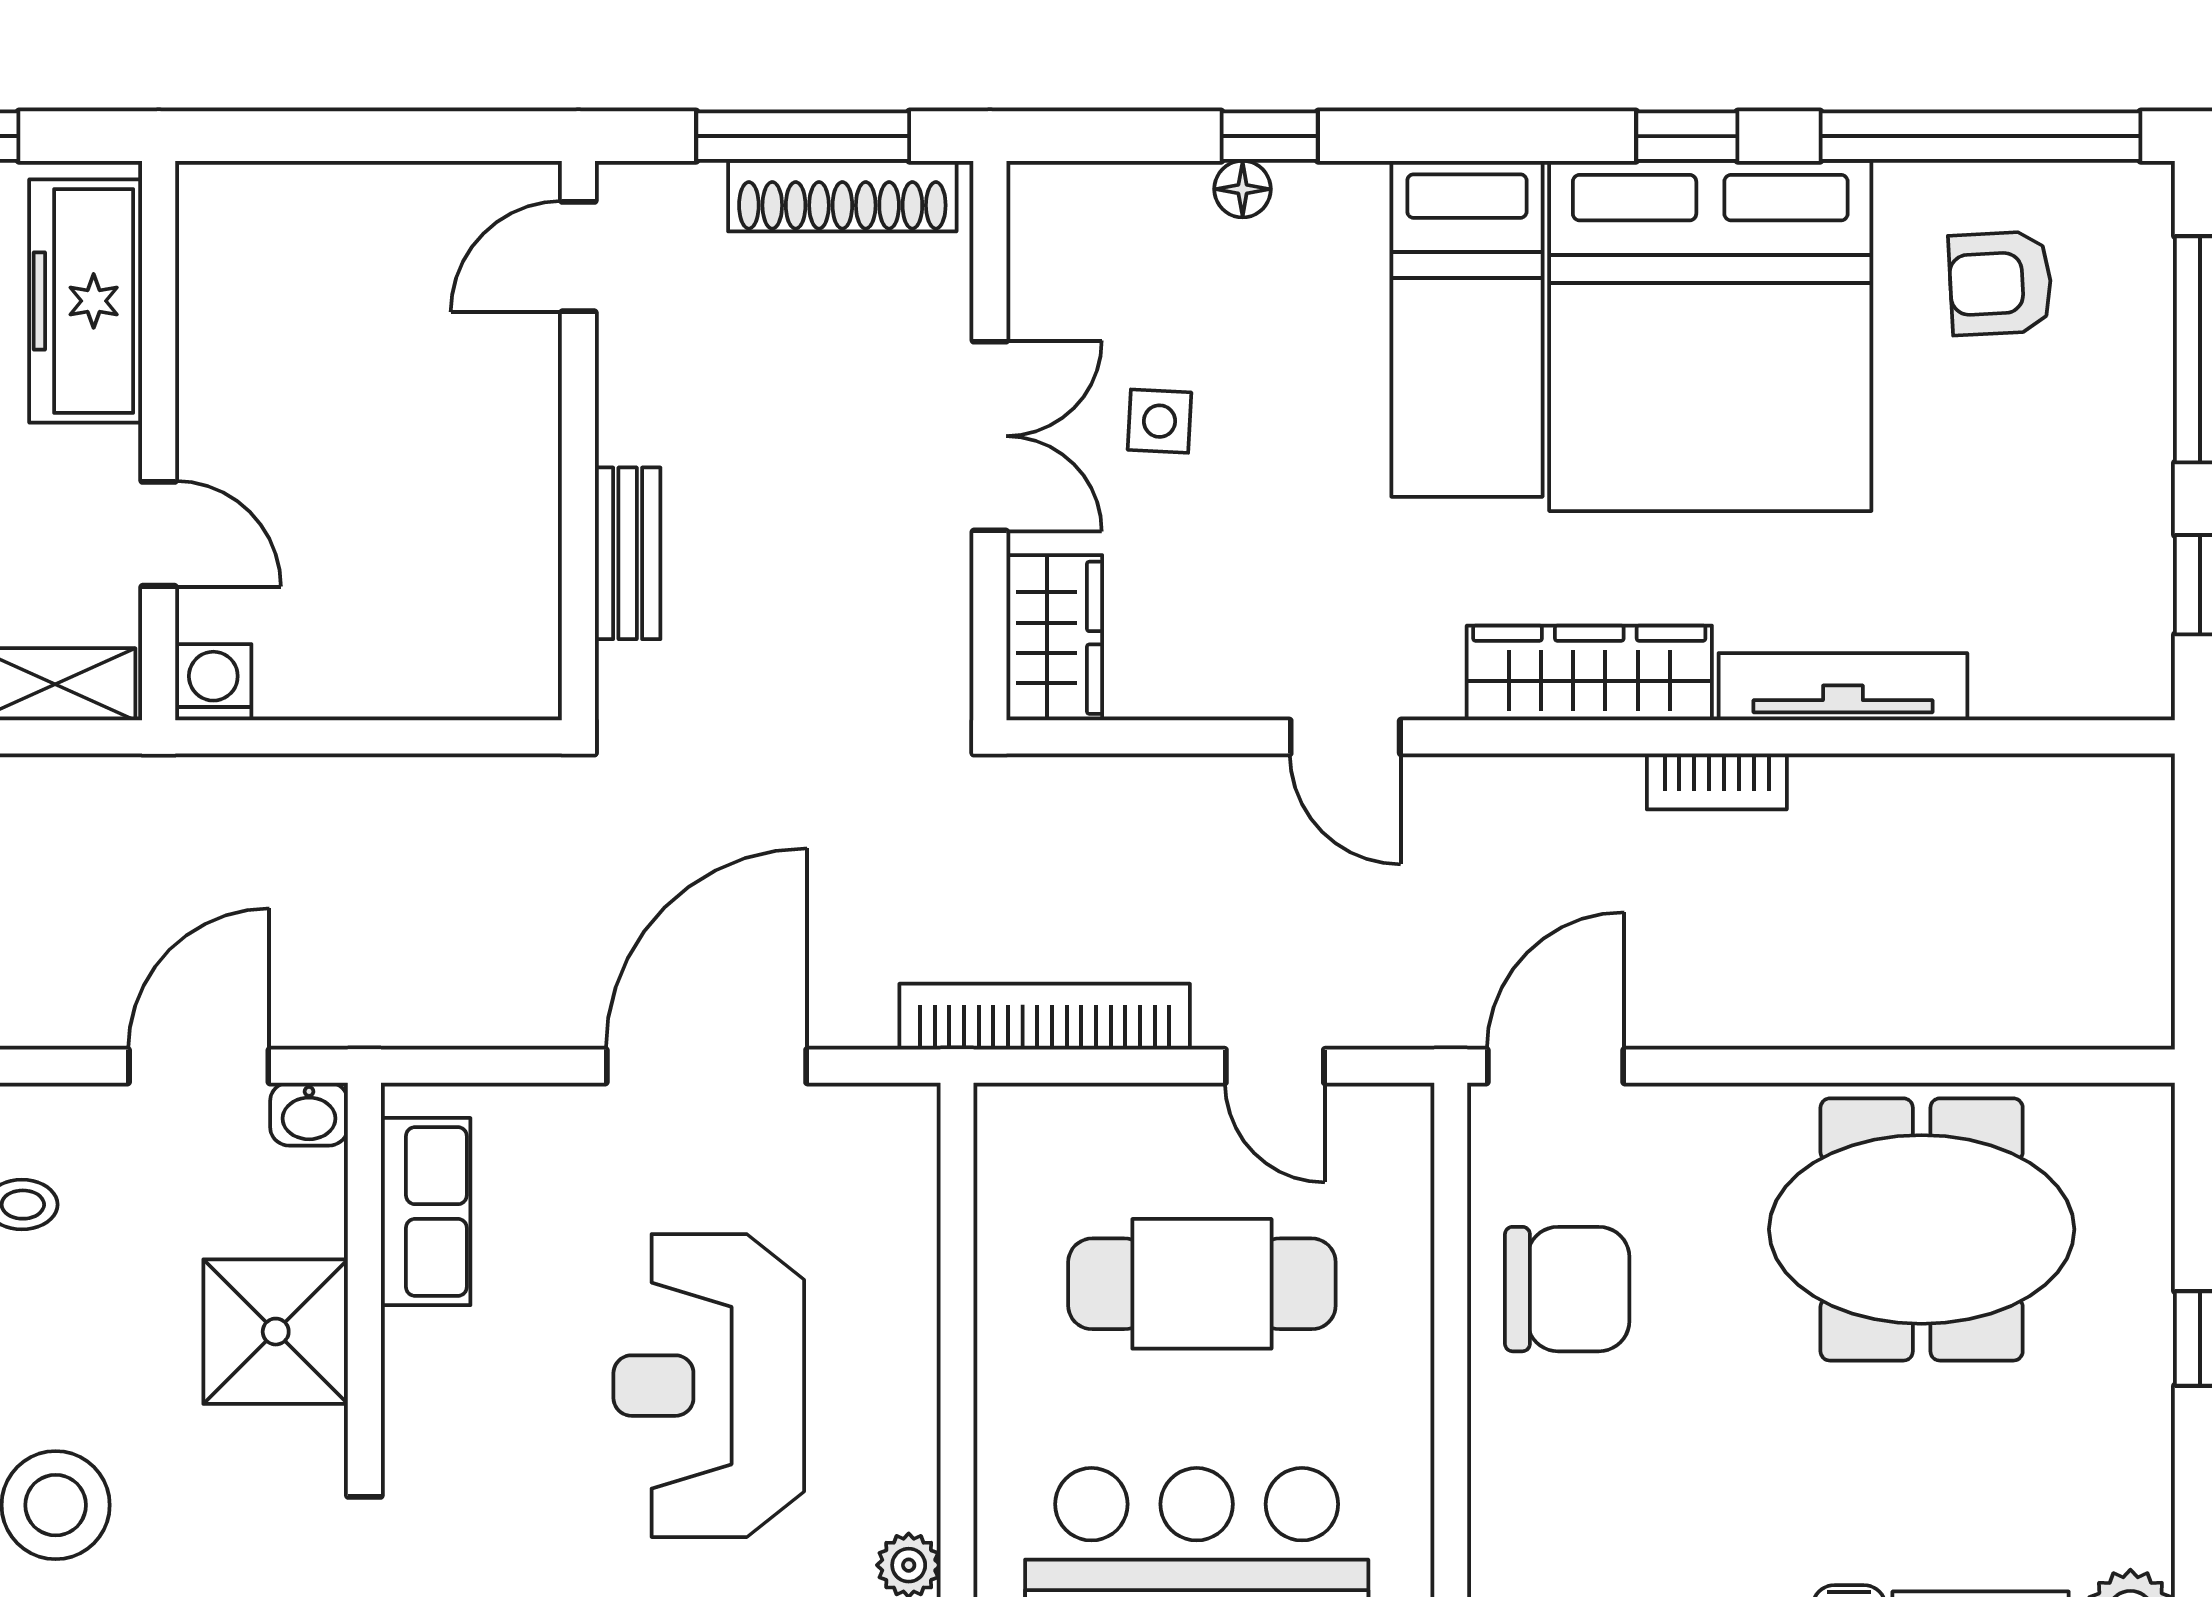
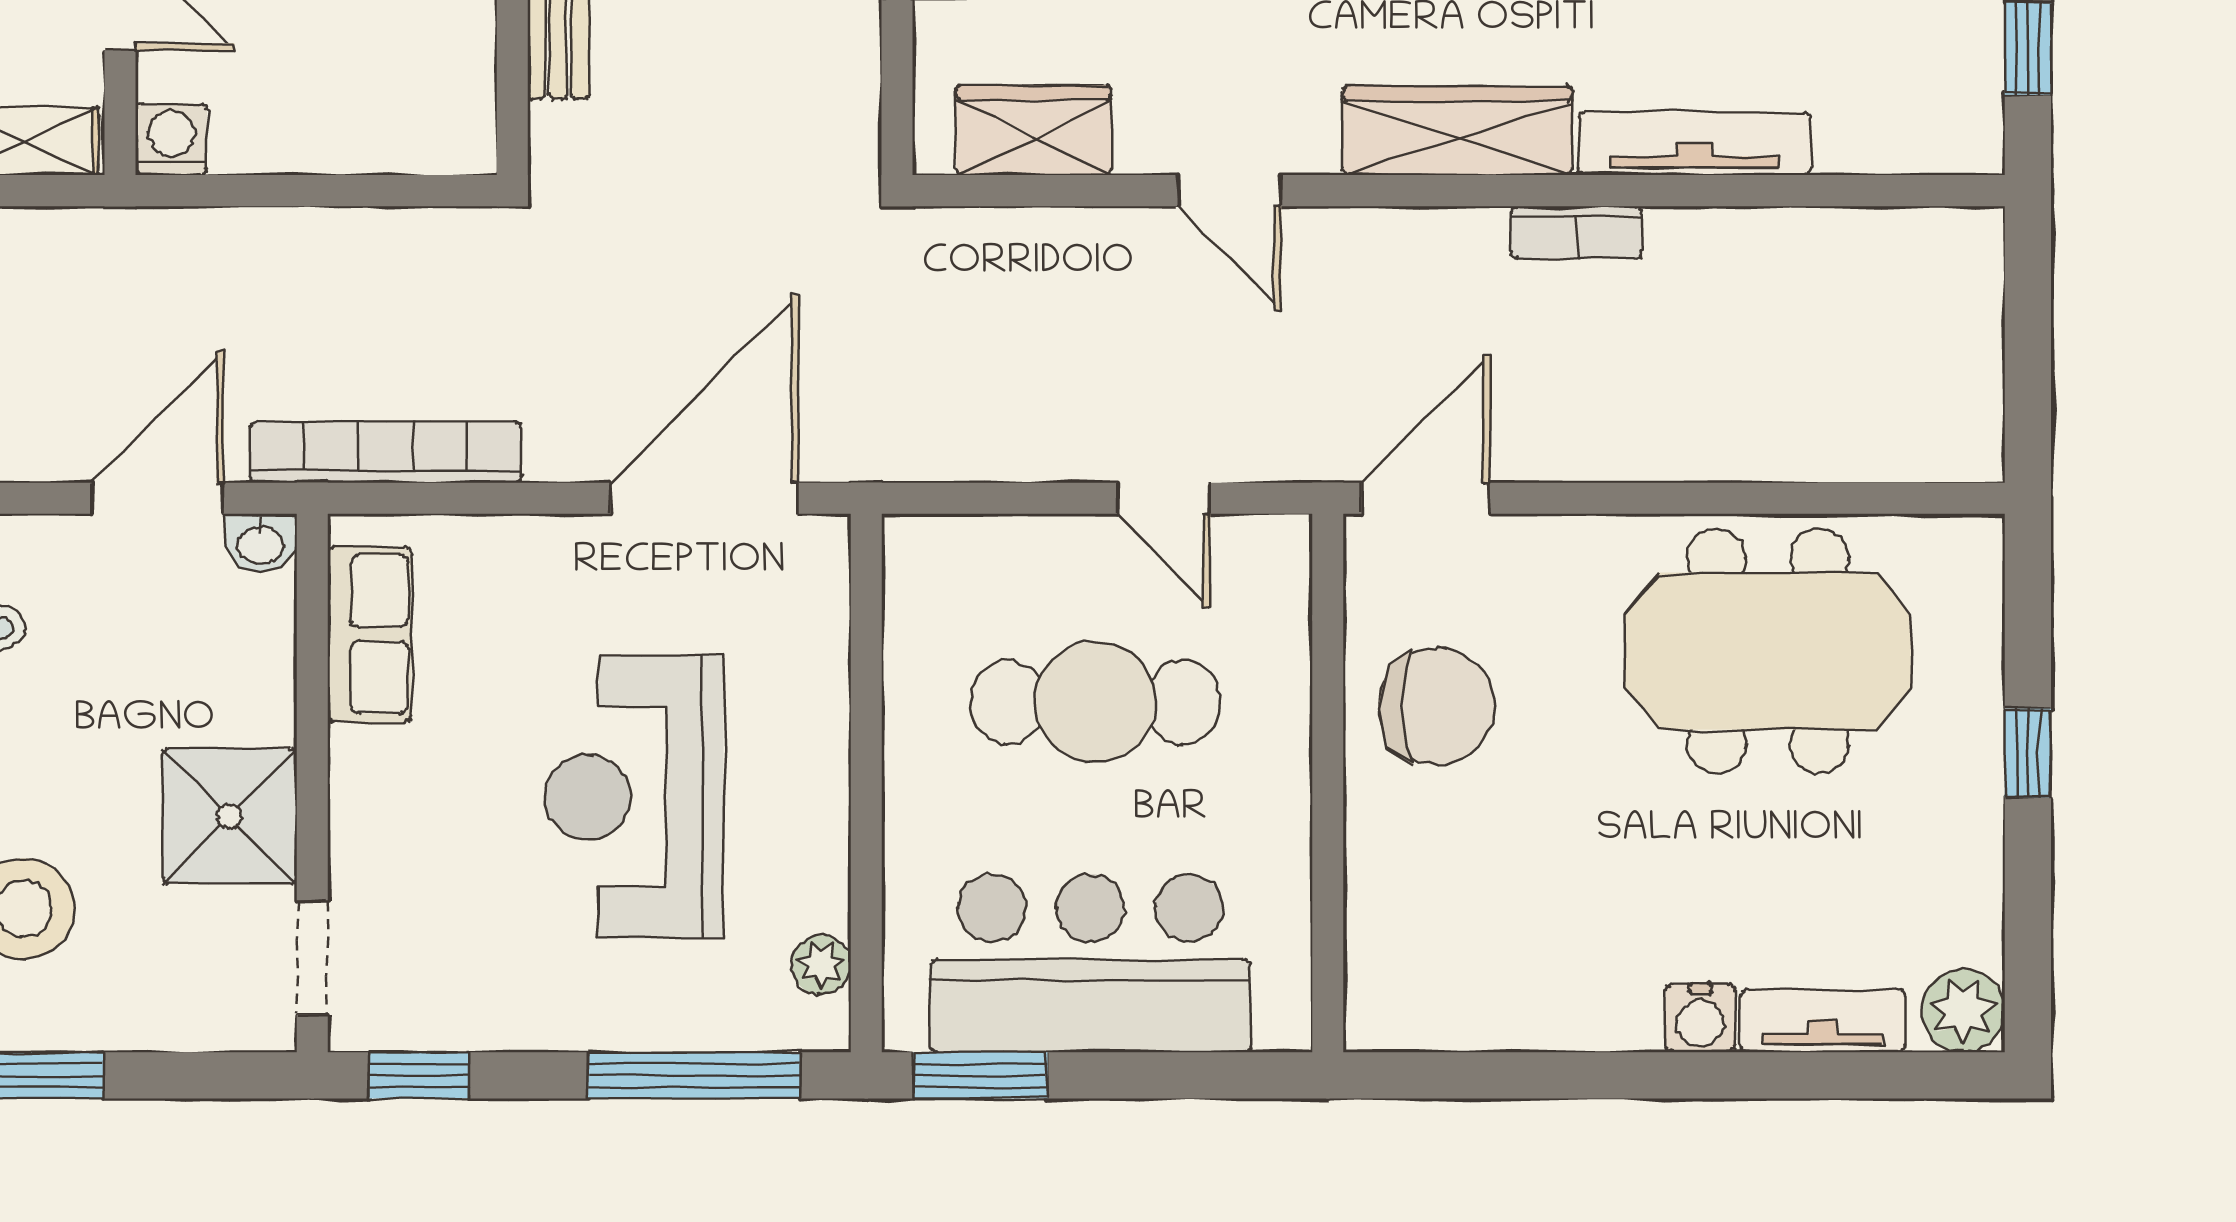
wardrobe: (1054, 638) -> (1034, 130), moved, turned -90
bookcase: (1045, 1017) -> (386, 452), moved
door: (706, 1066) -> (704, 498), moved
shower: (276, 1332) -> (229, 816), moved

